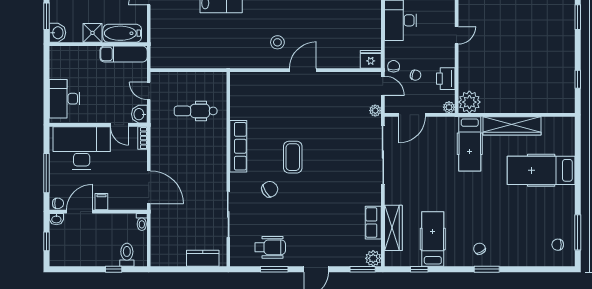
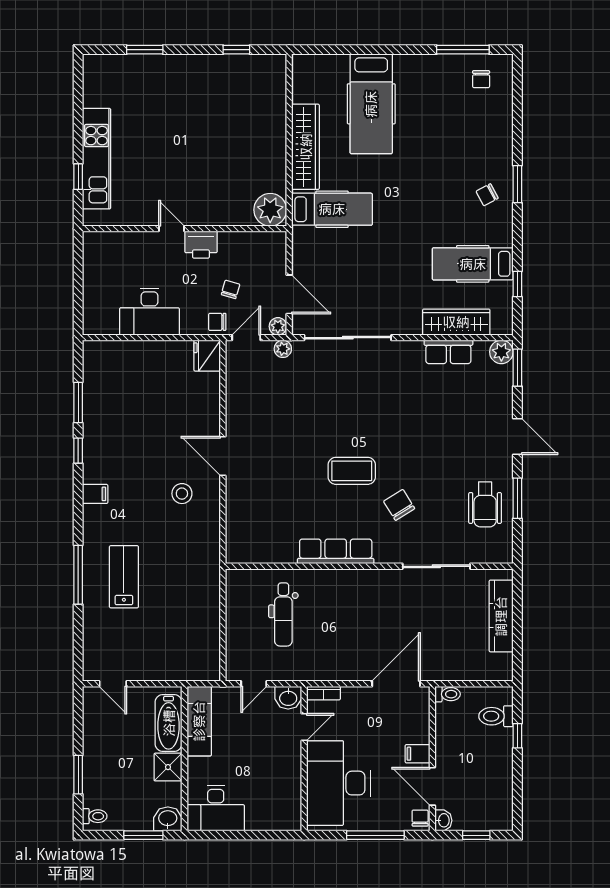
printer: (446, 79) -> (201, 245), moved
desk: (65, 99) -> (216, 808), moved
plant: (449, 107) -> (278, 326), moved
wheelchair: (270, 247) -> (485, 504), turned 180
kitchen counter: (203, 258) -> (501, 616), width x1.50

